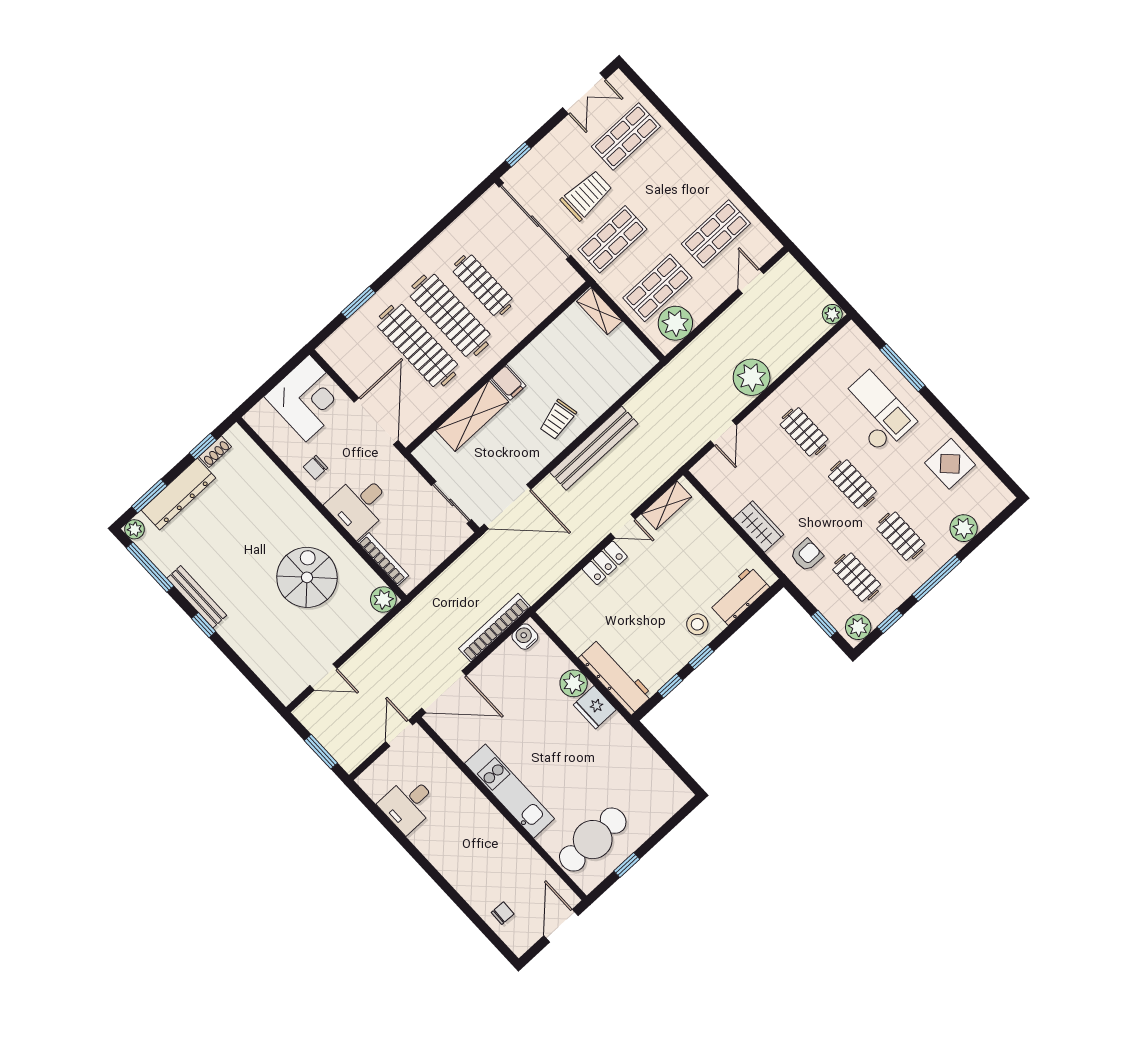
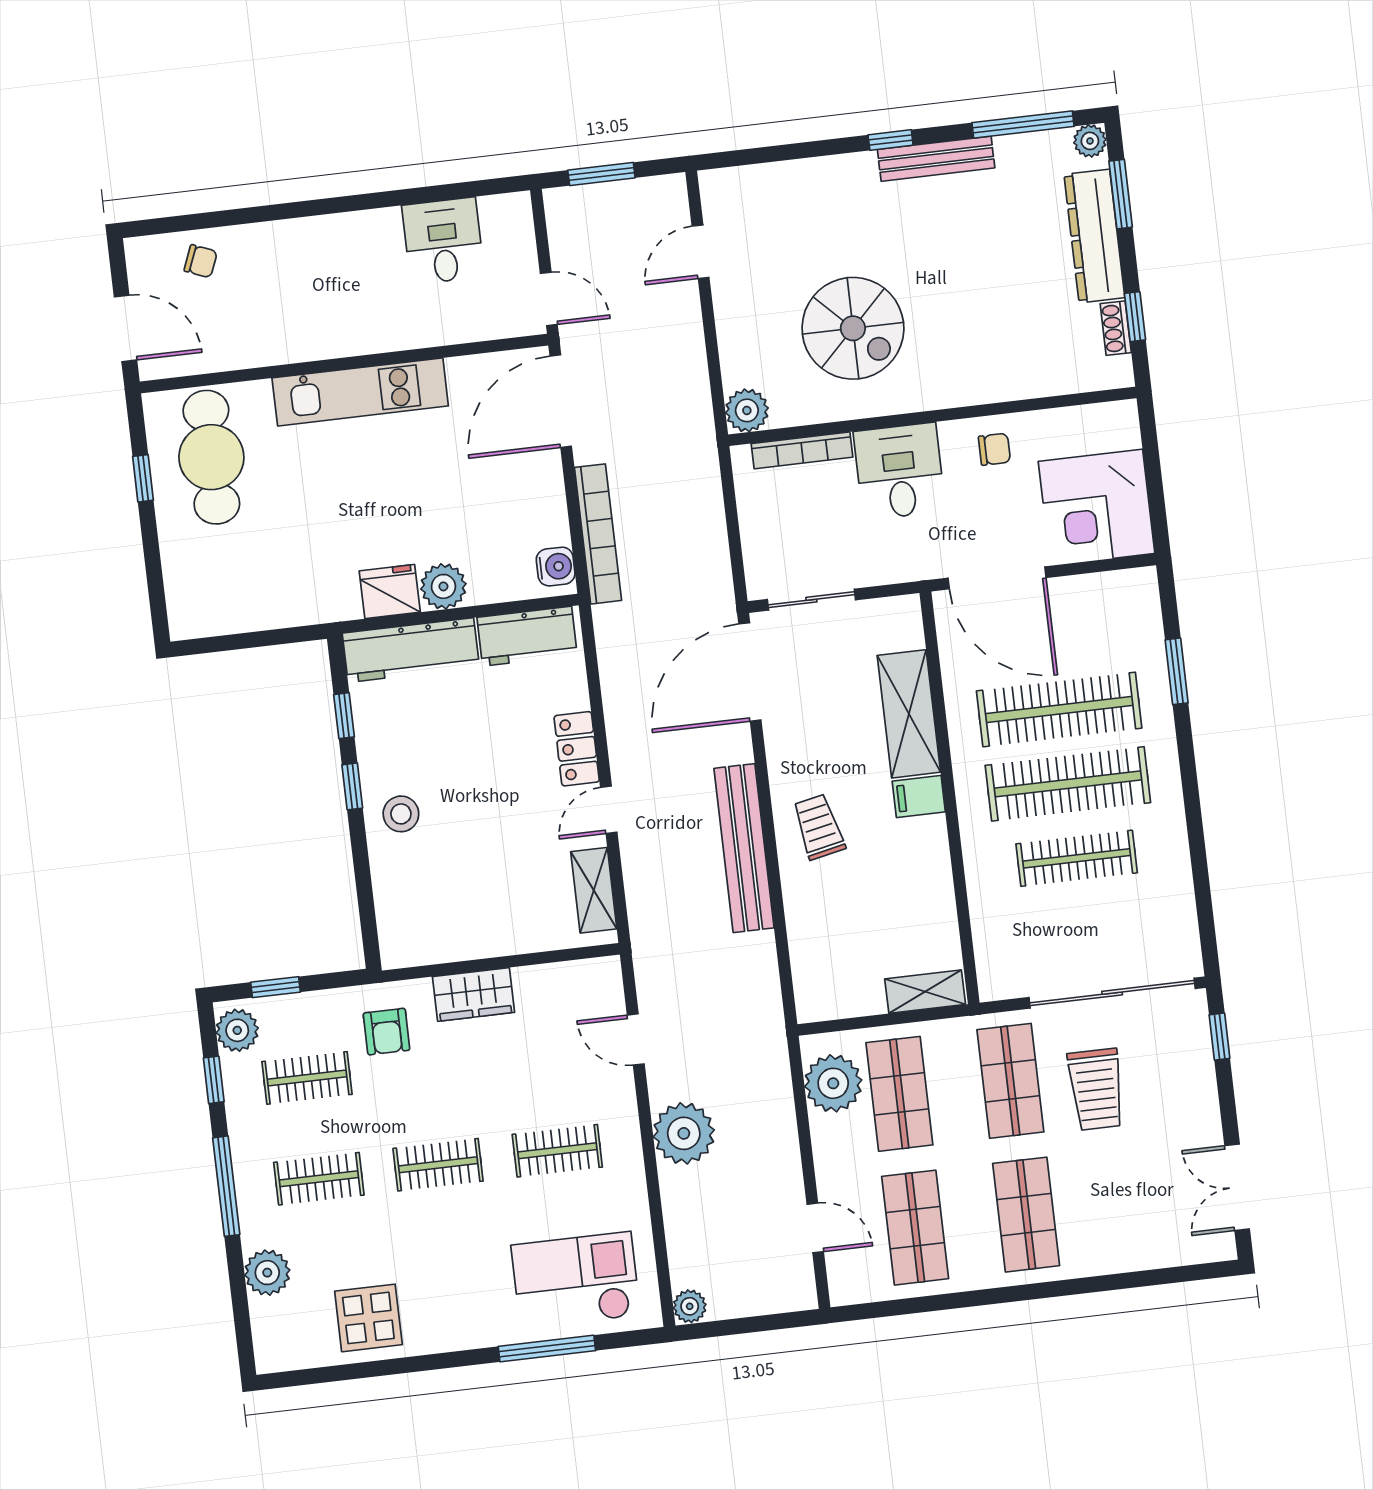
shop shelf: (626, 136) -> (1026, 1215), moved
checkout: (875, 412) -> (576, 1280), moved, turned 180
chair: (316, 467) -> (994, 449), turned 90
workbench: (739, 596) -> (527, 636), moved, turned 90
chair: (503, 913) -> (201, 261), turned -70

